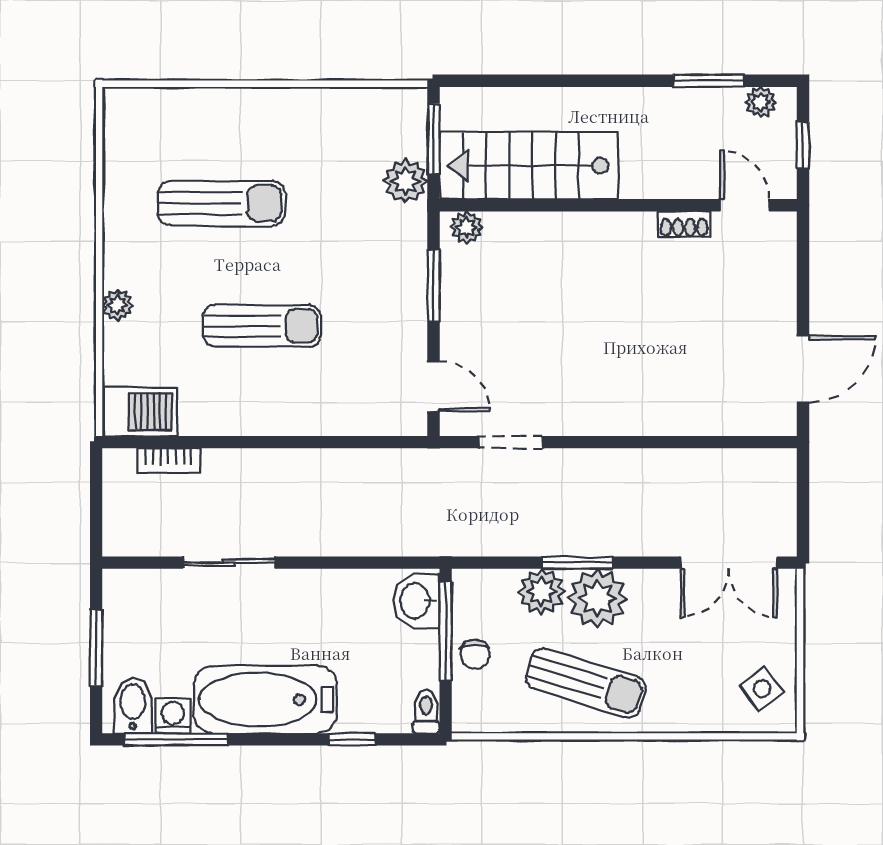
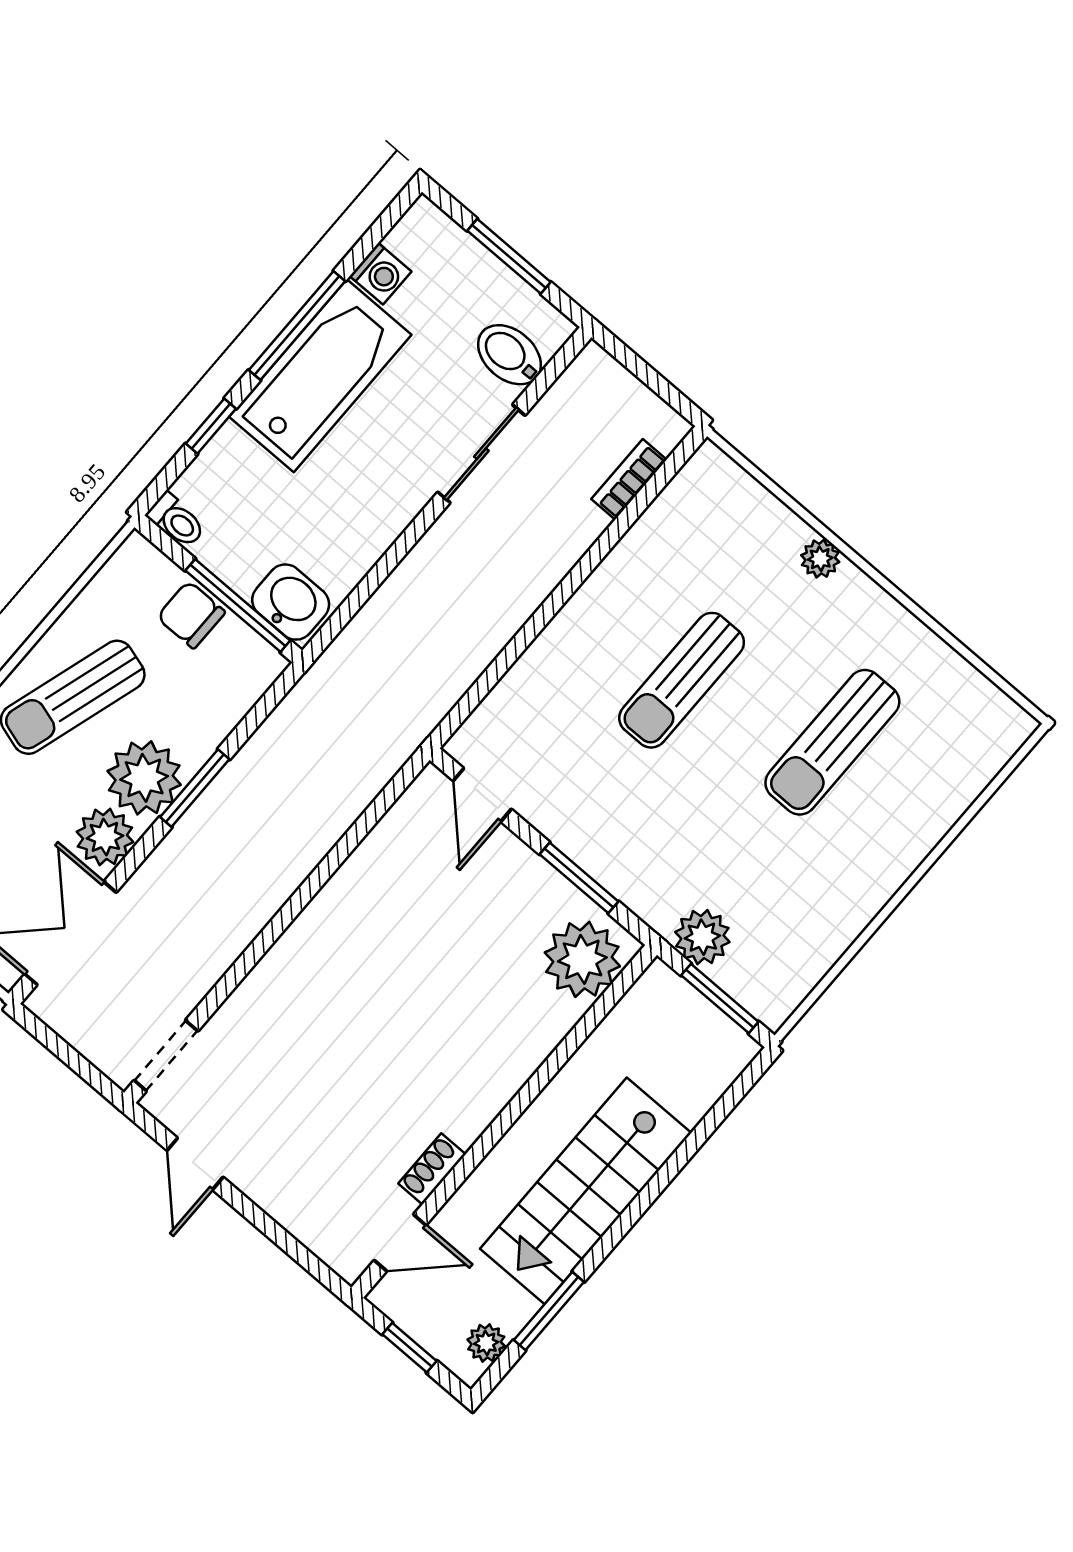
stairs: (529, 166) -> (586, 1191), moved, turned 180
plant: (467, 227) -> (582, 959), width x1.88, depth x1.88
door: (803, 369) -> (195, 1164), width x0.73
door: (434, 386) -> (482, 795), hinge flipped
barbecue: (139, 412) -> (700, 492), removed
doorway: (511, 442) -> (166, 1056), moved
plant: (542, 592) -> (105, 837), moved
chair: (475, 654) -> (191, 615), width x1.37, depth x1.37
bidet: (133, 705) -> (510, 355), moved, turned 180
window: (176, 739) -> (297, 326), moved

